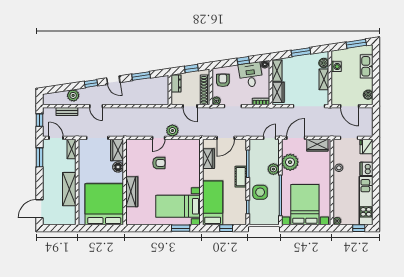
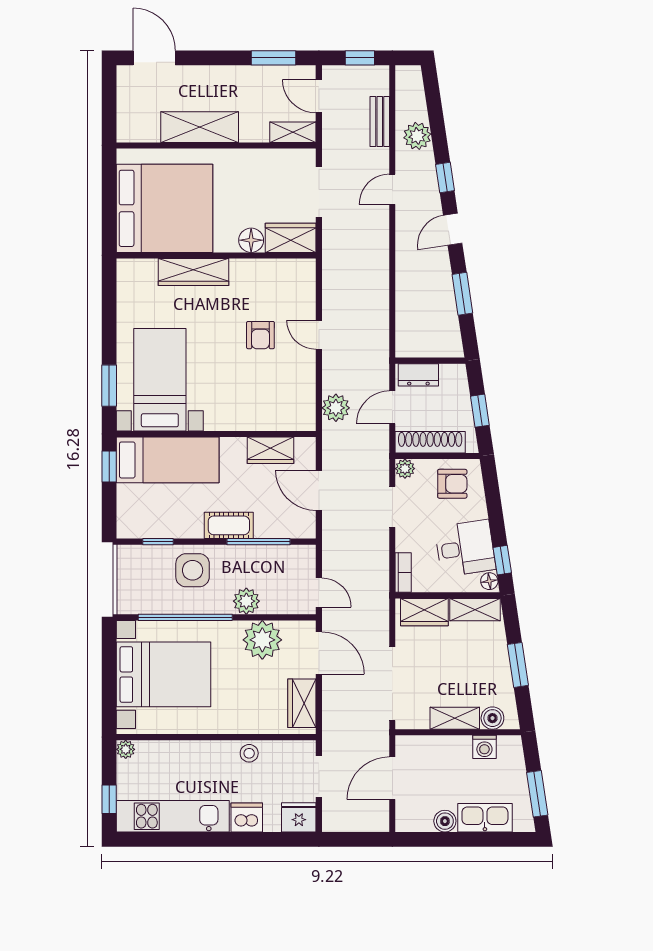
window: (243, 61) -> (502, 560), moved
dresser: (176, 84) -> (418, 375), moved
boiler: (368, 95) -> (445, 821), moved
plant: (172, 131) -> (336, 408), moved
door: (56, 138) -> (319, 96), swing flipped
window: (226, 228) -> (109, 467), moved

